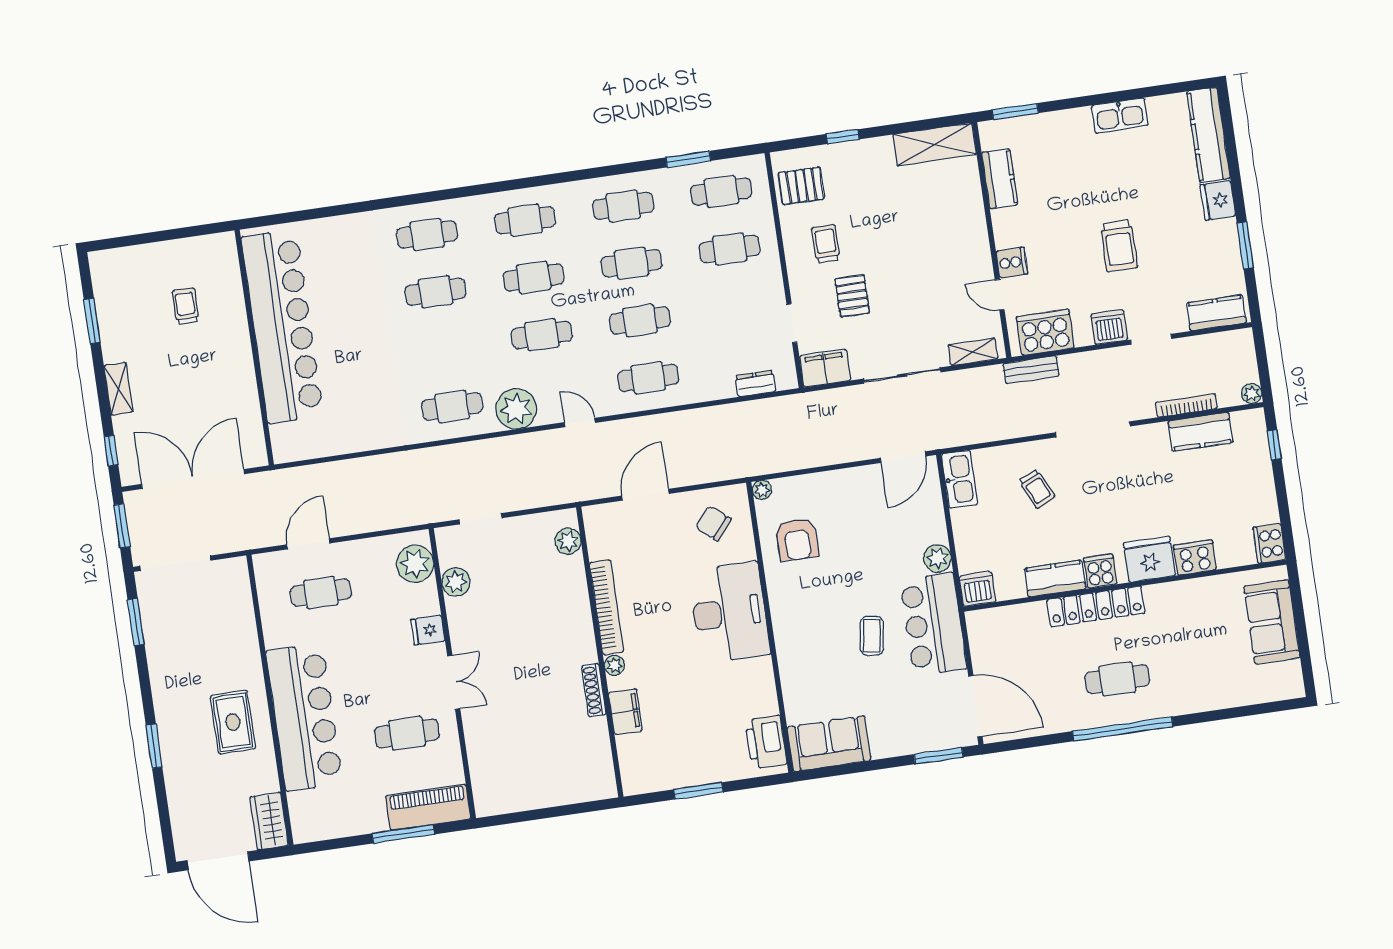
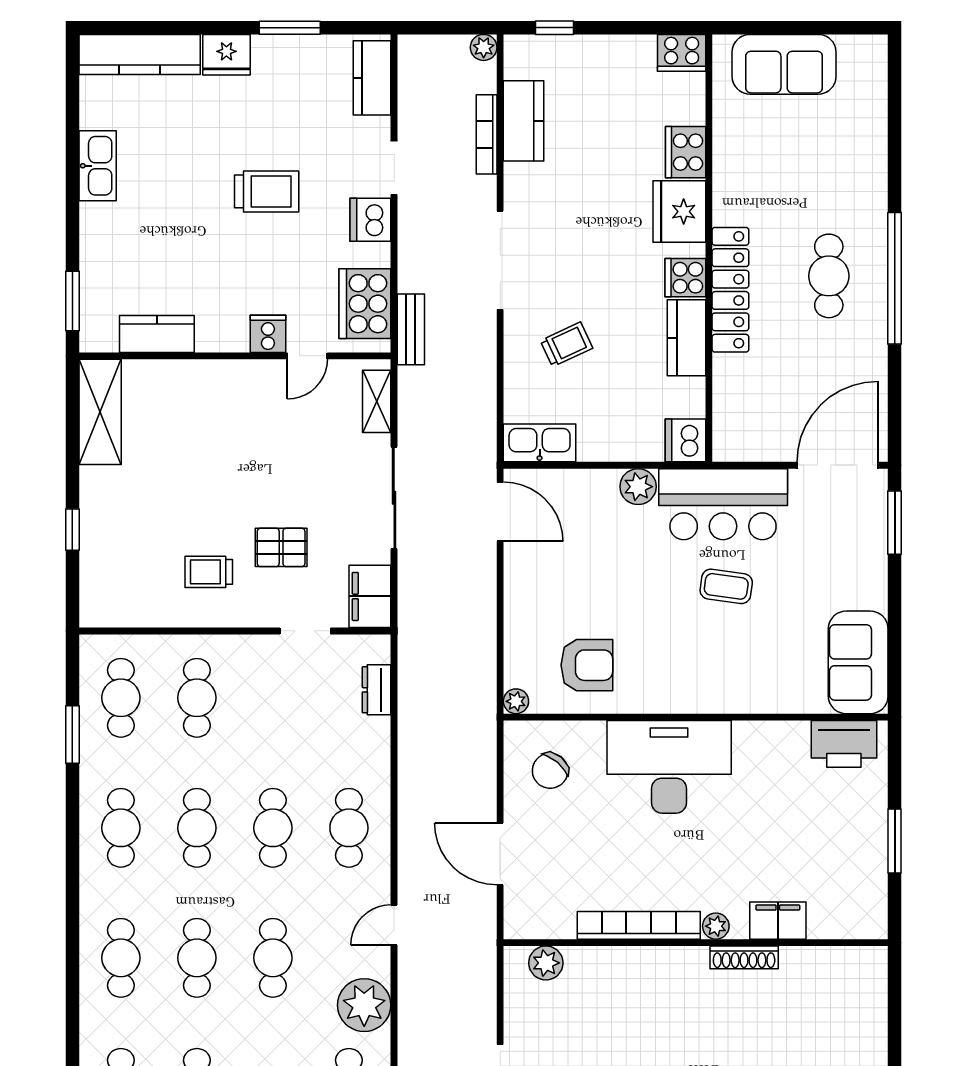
pallet: (801, 186) -> (129, 593), removed

